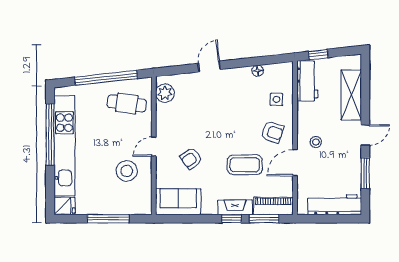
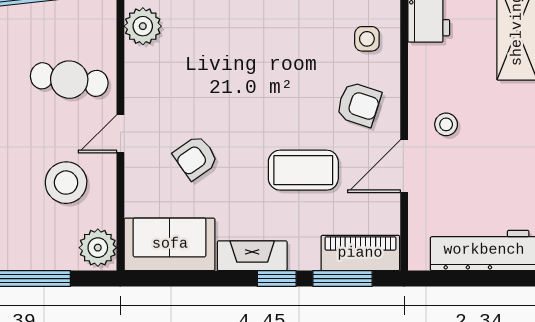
cafe table: (127, 103) -> (69, 80), moved
plant: (142, 203) -> (98, 248), added
fireplace: (235, 207) -> (252, 256), moved

